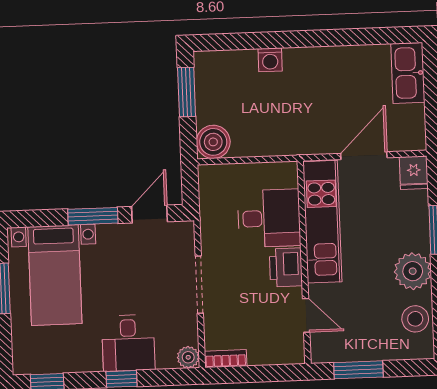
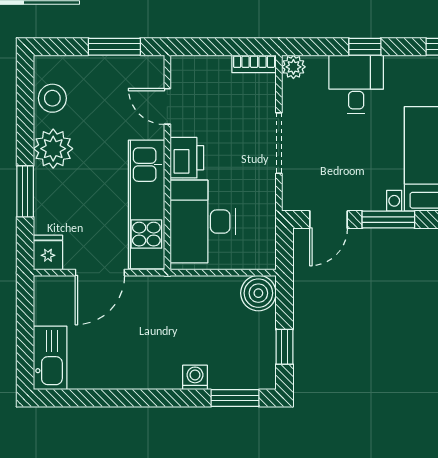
window: (232, 42) -> (235, 398), added
window: (187, 92) -> (284, 347), width x0.67
desk: (269, 218) -> (203, 222), width x1.37

